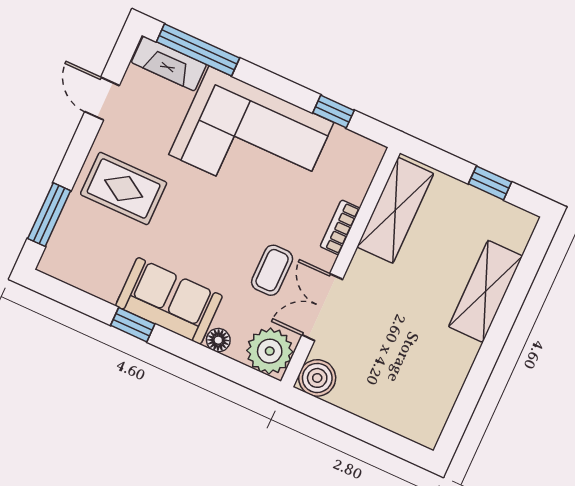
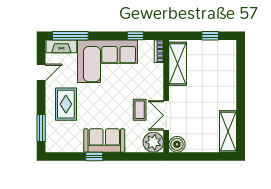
door: (102, 99) -> (41, 72), swing flipped
rug: (124, 188) -> (66, 104), turned 90
bookcase: (340, 227) -> (159, 51), moved
shelving: (486, 291) -> (228, 131), moved
floor lamp: (218, 340) -> (131, 147), removed

